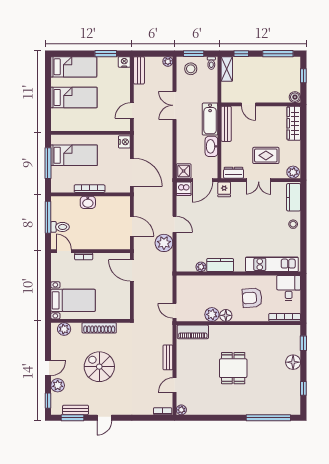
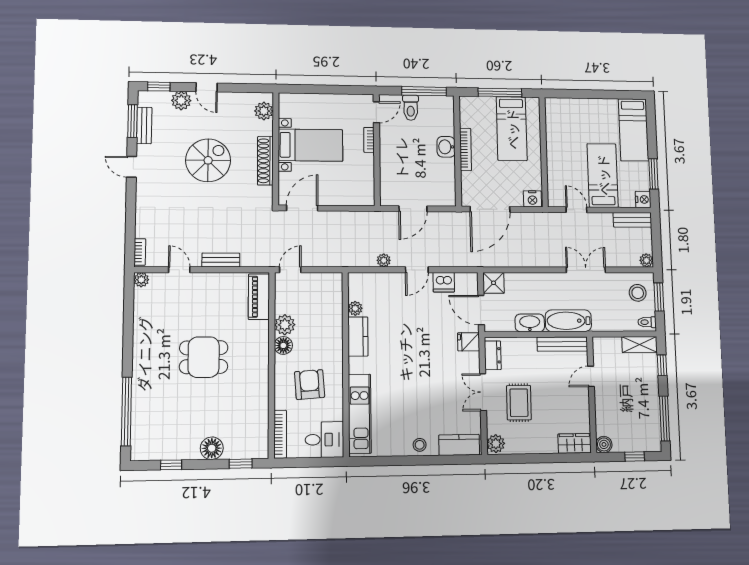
bed: (74, 97) -> (603, 175), moved, turned 180
wardrobe: (294, 123) -> (575, 443), width x0.67
dishwasher: (184, 189) -> (444, 282), moved, turned -90
plant: (164, 243) -> (384, 260), width x0.53, depth x0.53
door: (132, 270) -> (302, 208), moved
bed with nightstands: (73, 300) -> (311, 145), moved, turned -90

